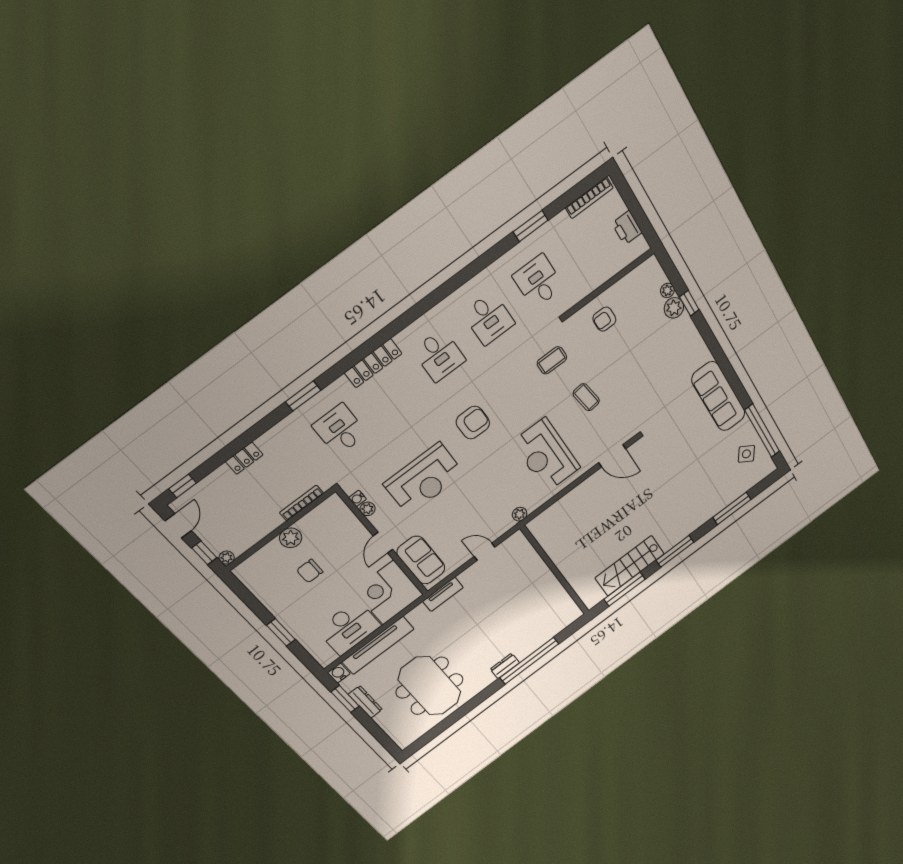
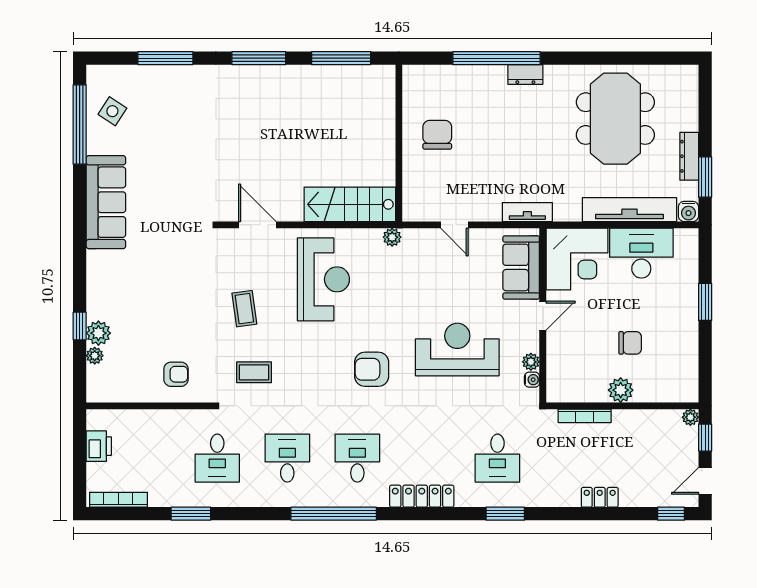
window: (428, 303) -> (334, 514), added
stairs: (630, 566) -> (350, 204), moved, turned 180
chair: (534, 593) -> (437, 135), added

